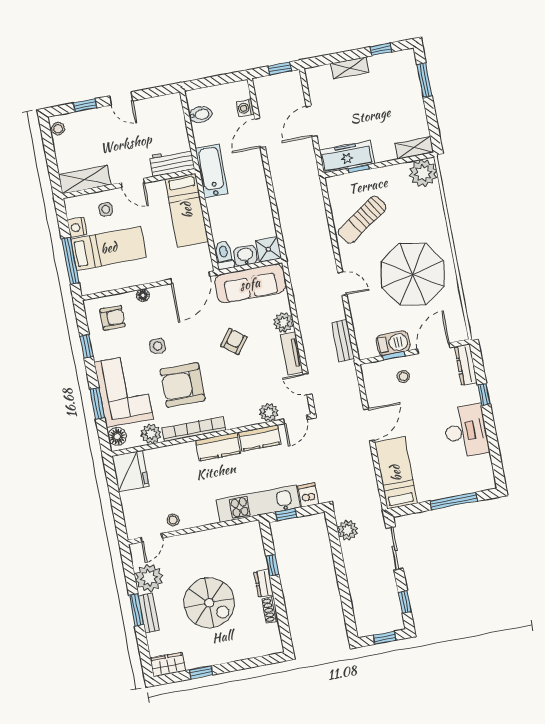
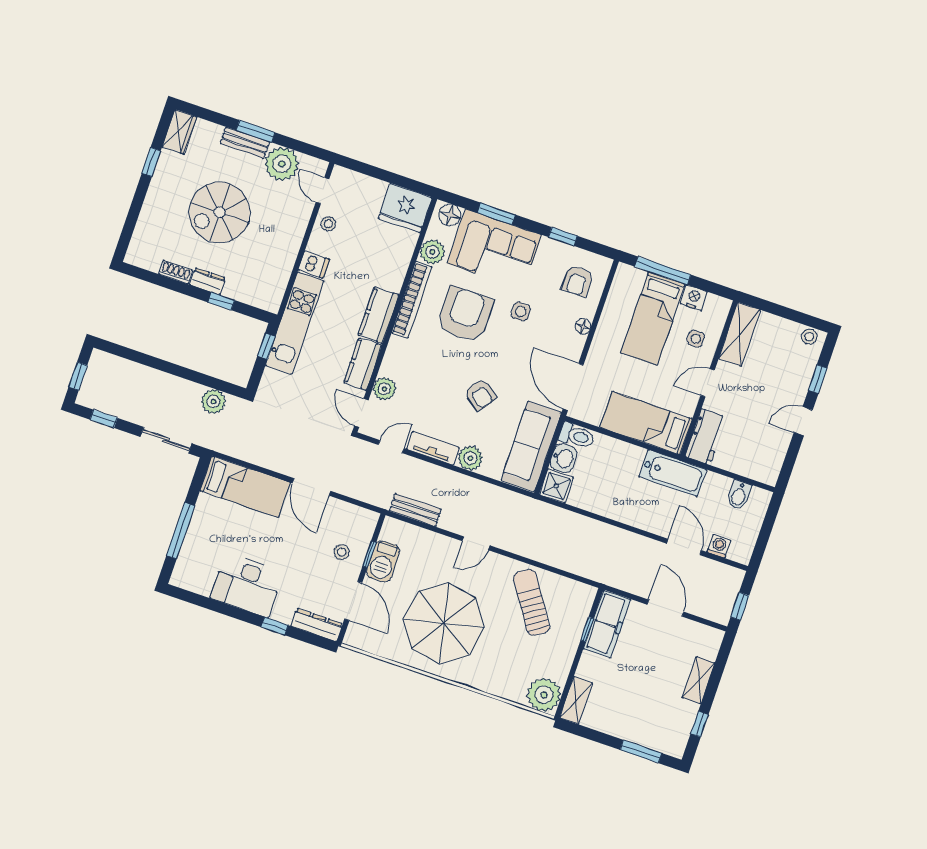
dishwasher: (308, 495) -> (314, 265), moved

